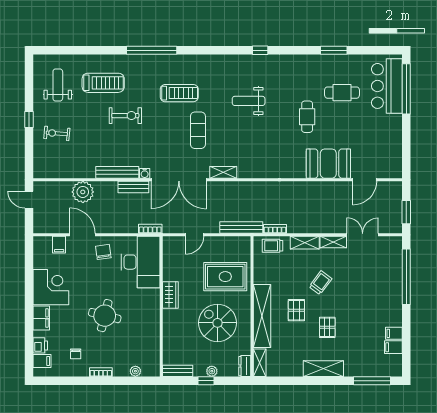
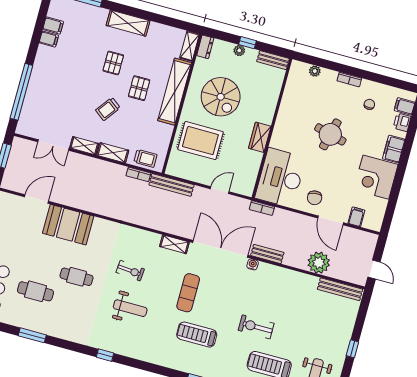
cafe table: (307, 117) -> (77, 277), turned 90
exercise bike: (57, 133) -> (130, 271), moved
bench: (117, 172) -> (340, 289), moved

